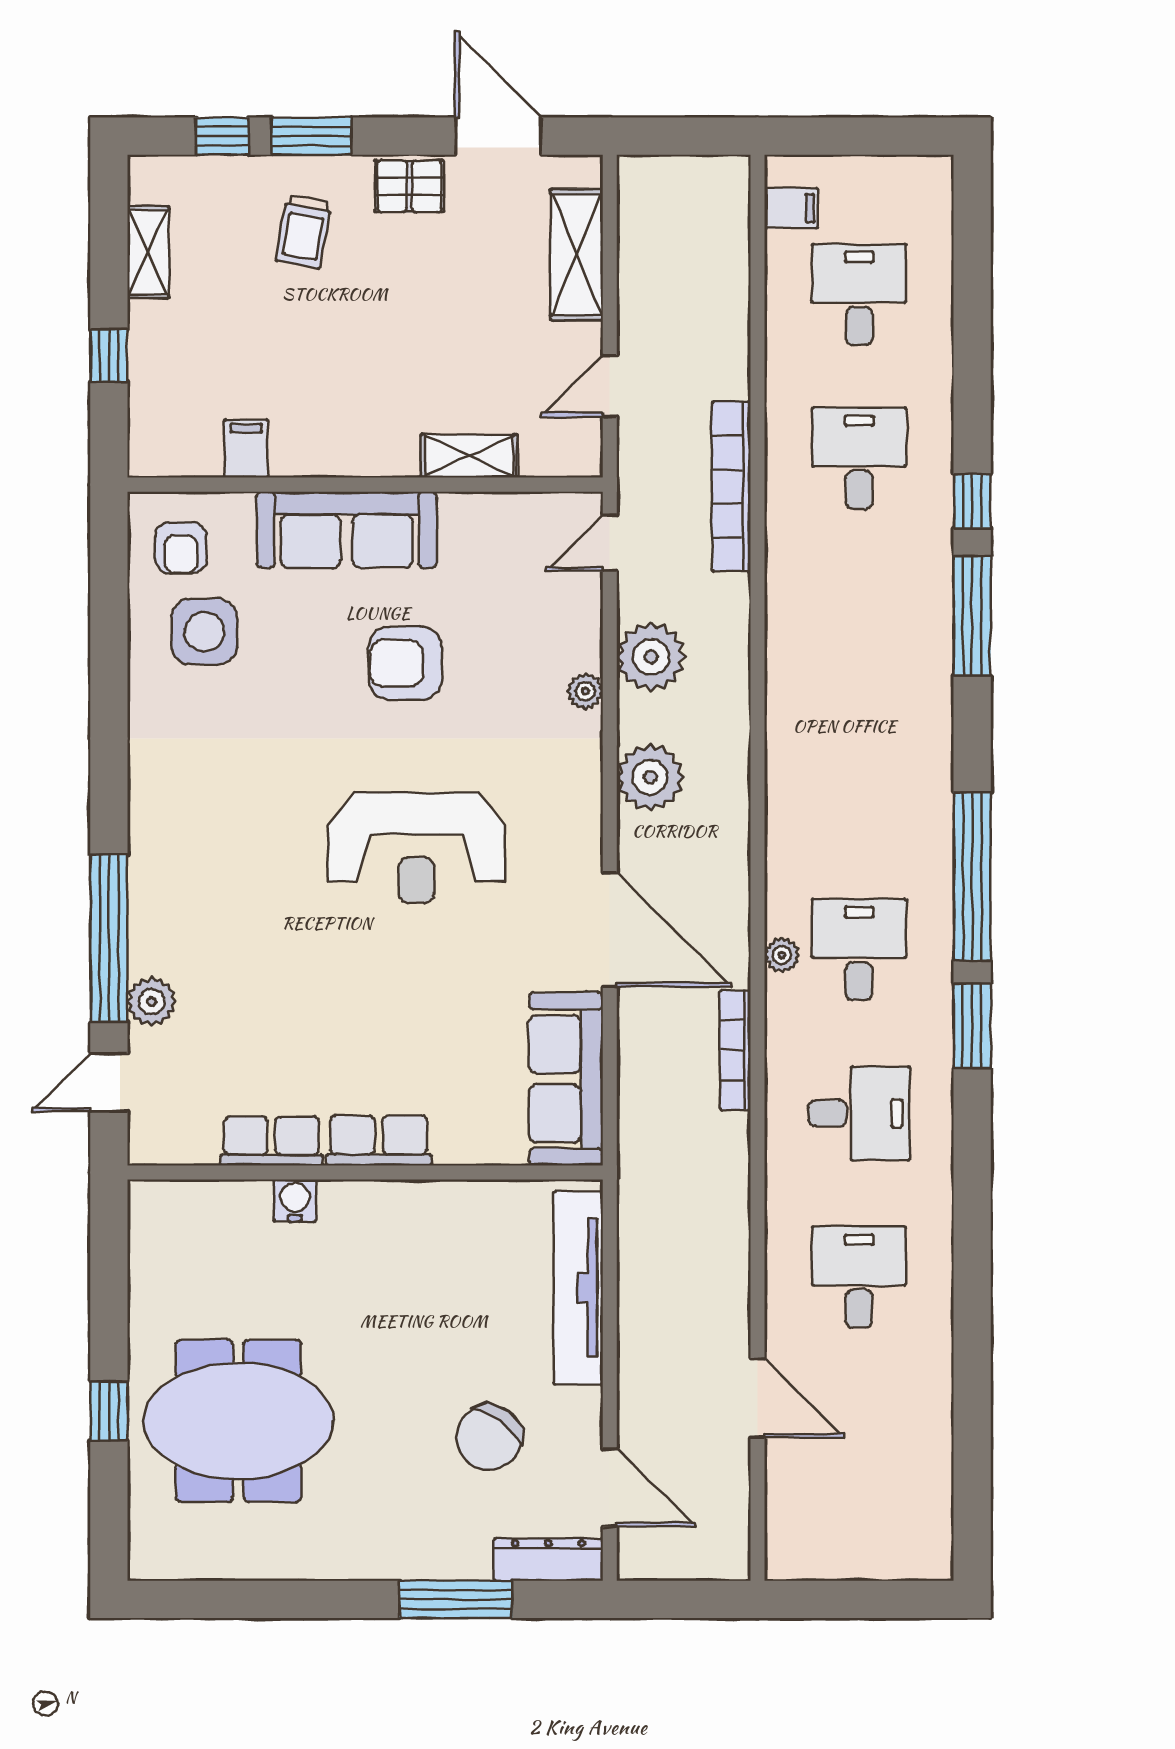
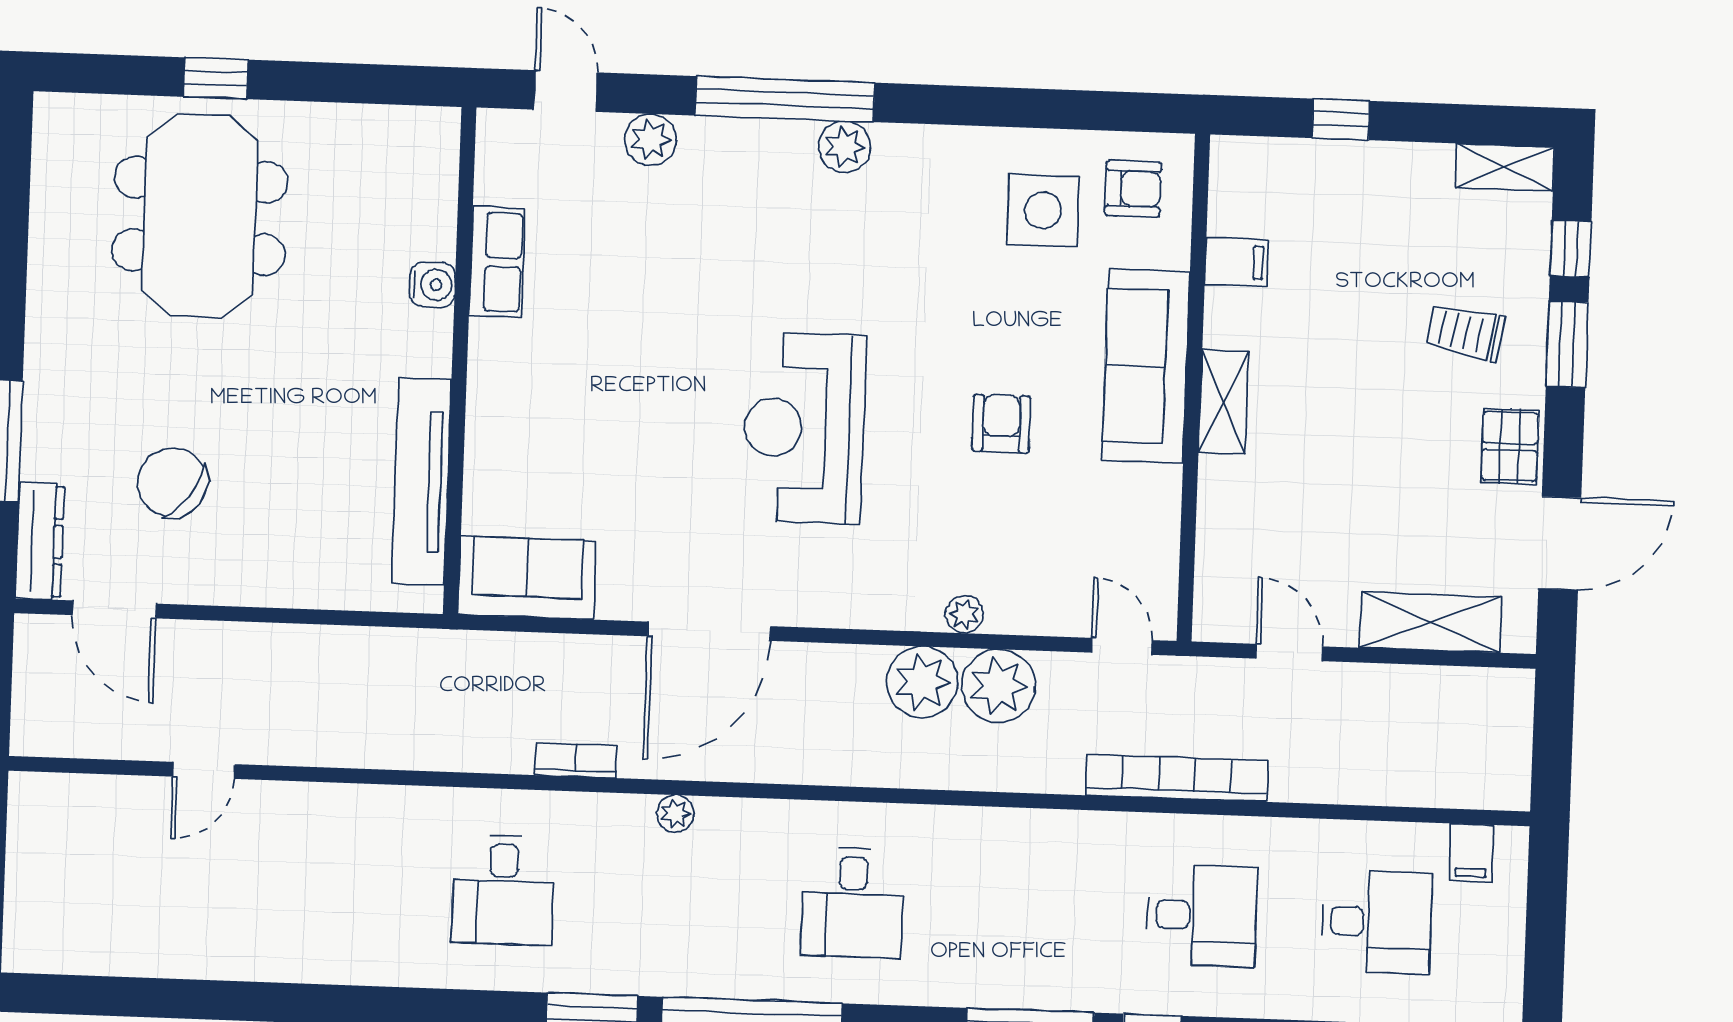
shelving: (148, 252) -> (1505, 167), moved
shelving: (469, 456) -> (1223, 402), moved
armchair: (181, 548) -> (1133, 189), turned 180
armchair: (405, 663) -> (1001, 424), width x0.72, depth x0.72
plant: (650, 777) -> (922, 682), moved
plant: (152, 819) -> (845, 147), added
window: (109, 938) -> (785, 99), moved
desk: (859, 950) -> (853, 903), moved, turned 90
bookcase: (735, 1050) -> (576, 760), width x0.64
sofa: (566, 1079) -> (527, 578), width x0.73
row of seats: (379, 1140) -> (493, 376), removed
desk: (859, 1277) -> (329, 883), removed
tv unit: (578, 1288) -> (422, 482), moved, turned -90
door: (758, 1398) -> (204, 770), width x0.73
door: (610, 1487) -> (114, 609), hinge flipped

